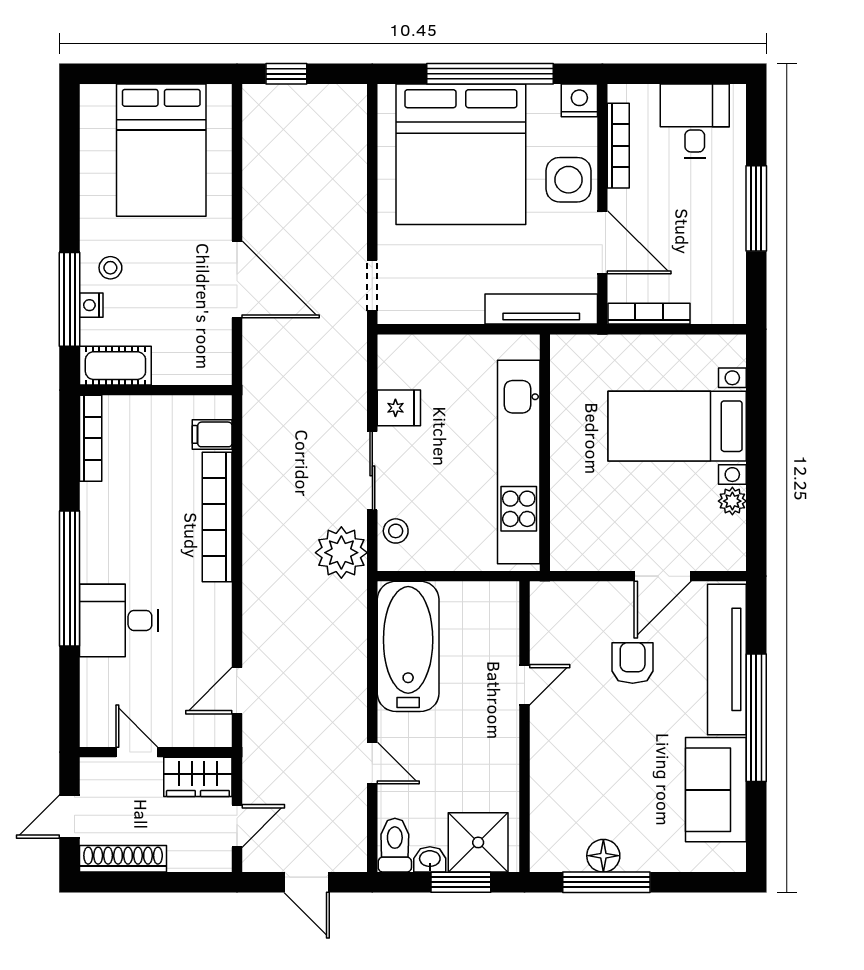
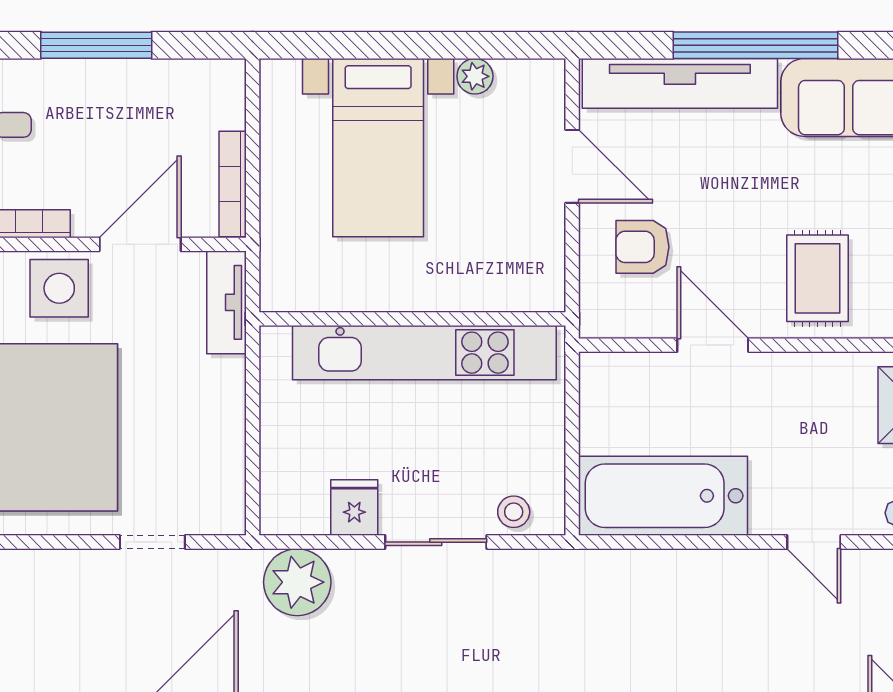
doorway: (372, 286) -> (152, 542), moved
tv unit: (541, 309) -> (226, 302), width x0.71
plant: (341, 553) -> (297, 582), moved
armchair: (633, 663) -> (642, 247), moved
door: (525, 685) -> (713, 345), width x1.37
door: (372, 763) -> (814, 542), swing flipped
rug: (576, 766) -> (817, 278), added

